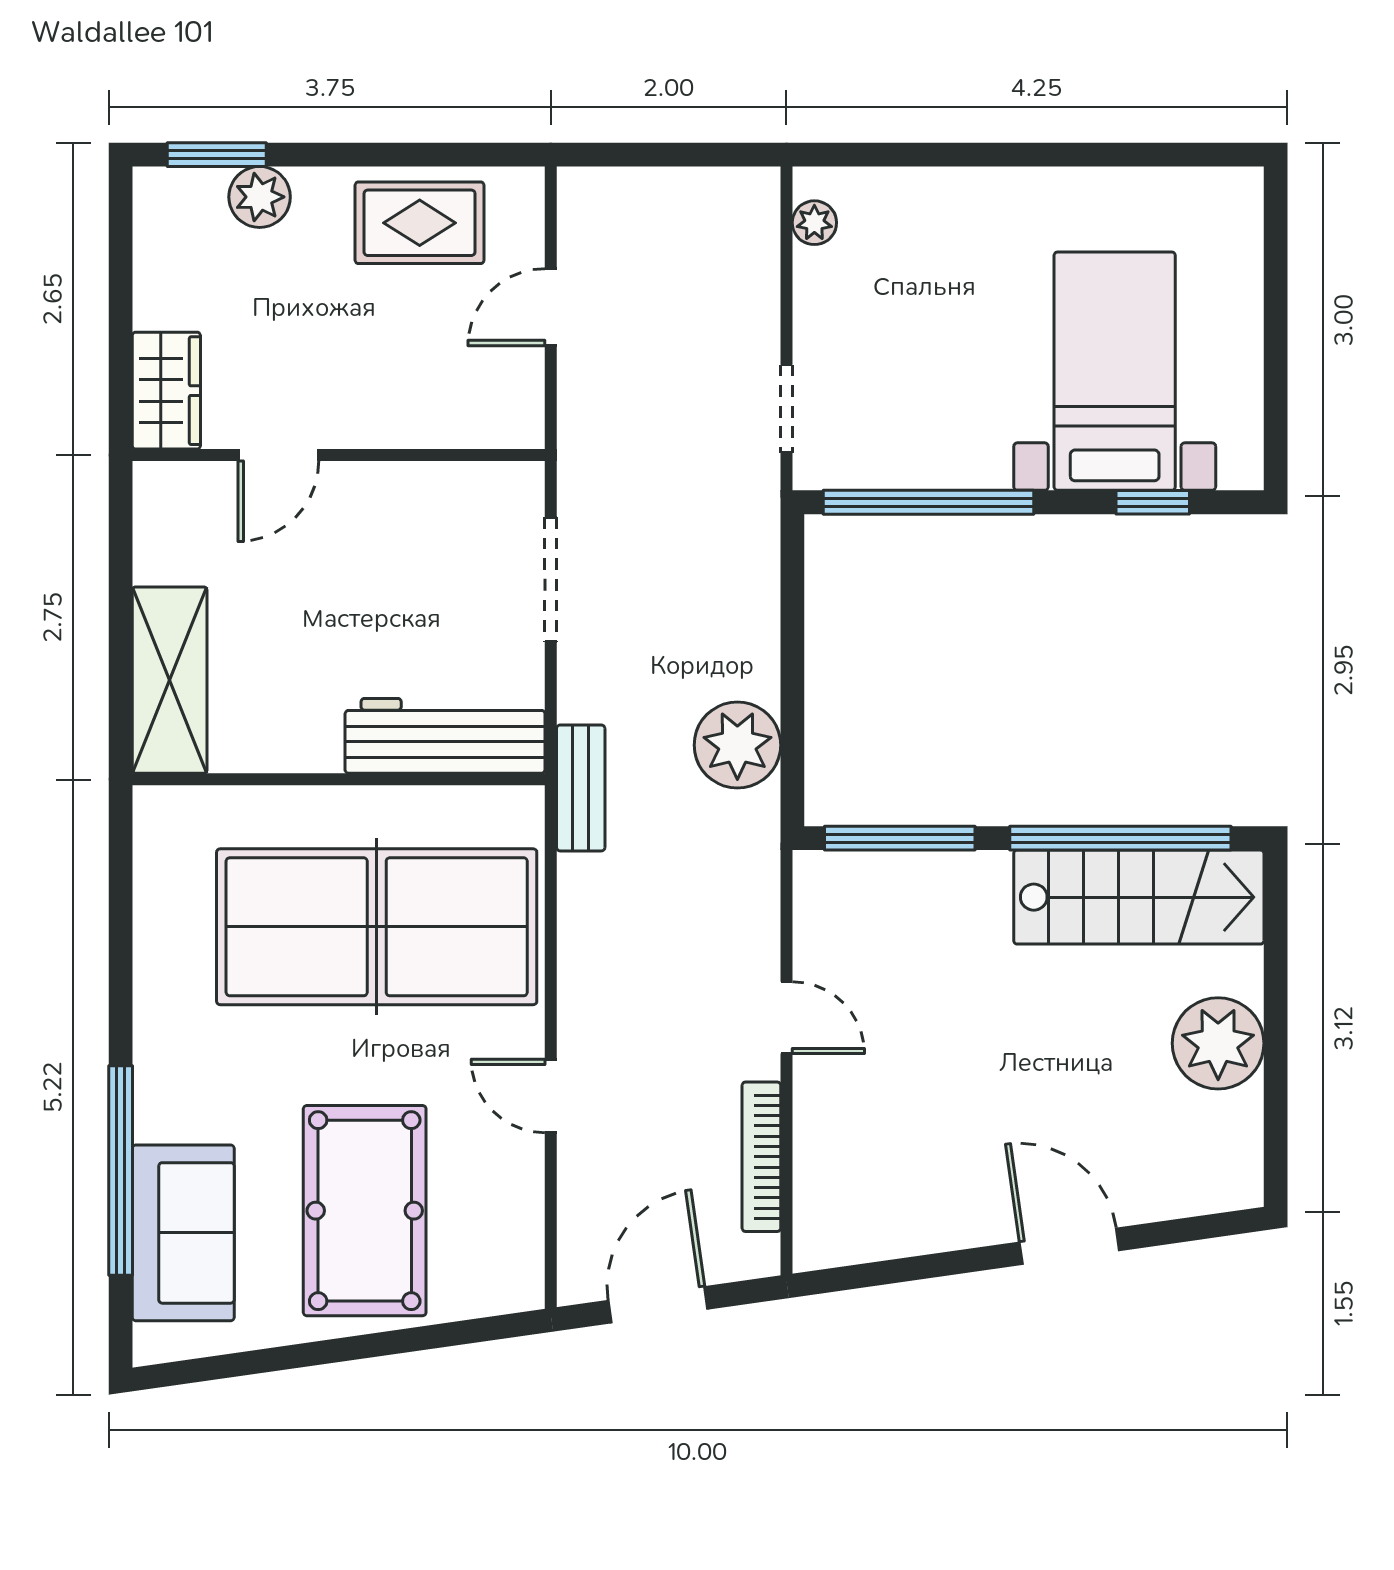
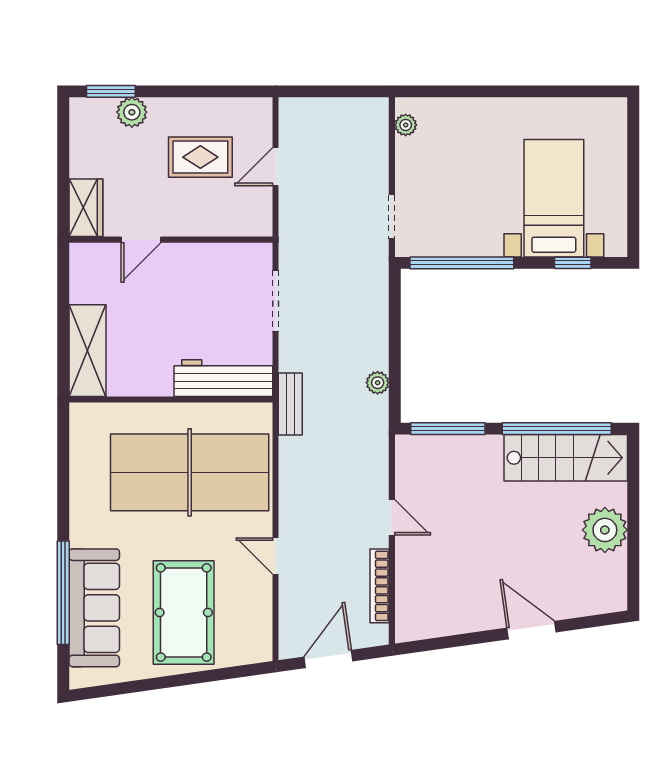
rug: (420, 223) -> (200, 157), moved
plant: (737, 745) -> (378, 383), width x0.53, depth x0.53
sofa: (183, 1233) -> (94, 608), width x1.36

